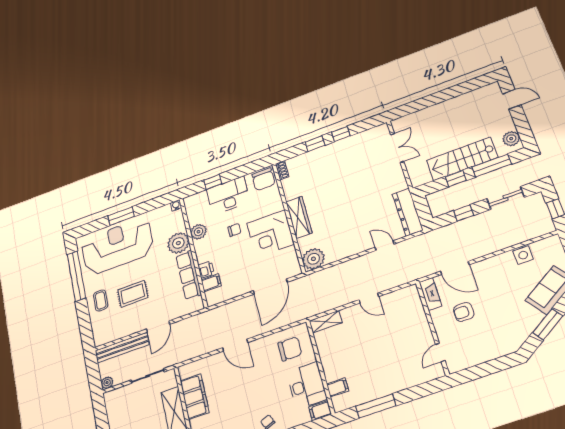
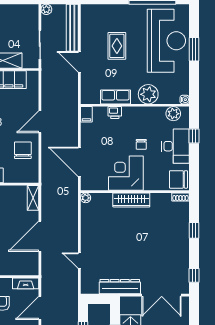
window: (341, 134) -> (194, 275), moved
double door: (397, 148) -> (162, 295), width x1.37
dresser: (408, 212) -> (120, 287), moved
plant: (198, 232) -> (173, 114), moved
door: (385, 246) -> (79, 261), swing flipped
plant: (313, 259) -> (86, 198), width x0.53, depth x0.53
row of seats: (189, 275) -> (116, 97), width x0.68
filing cabinet: (211, 283) -> (86, 114), moved
door: (369, 298) -> (40, 236), width x1.87
coffee table: (101, 300) -> (121, 17), removed
chair: (290, 349) -> (23, 150), moved, turned 180

